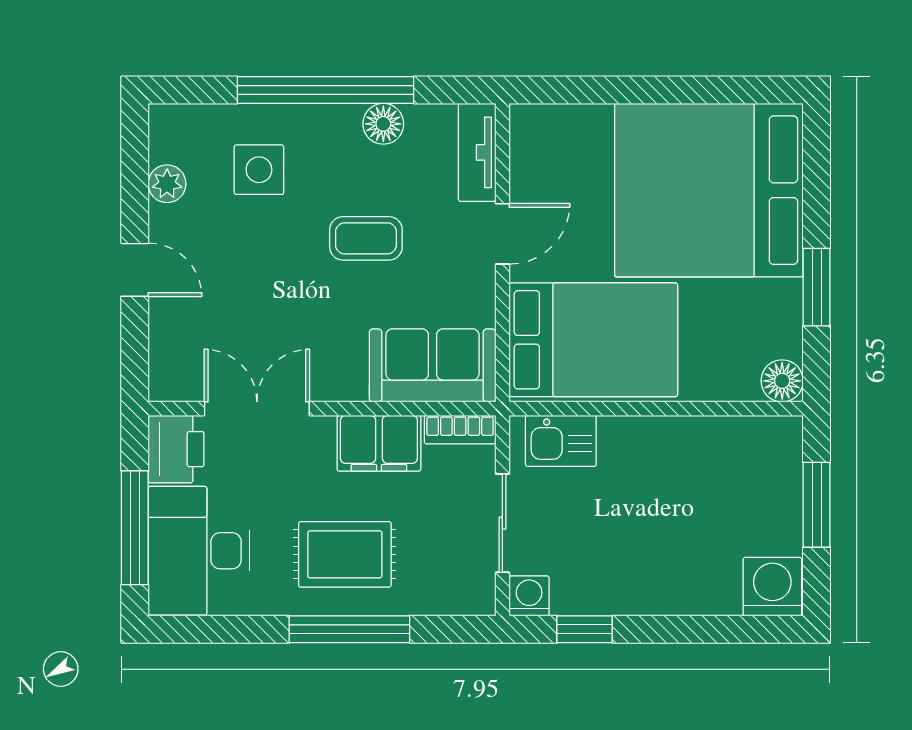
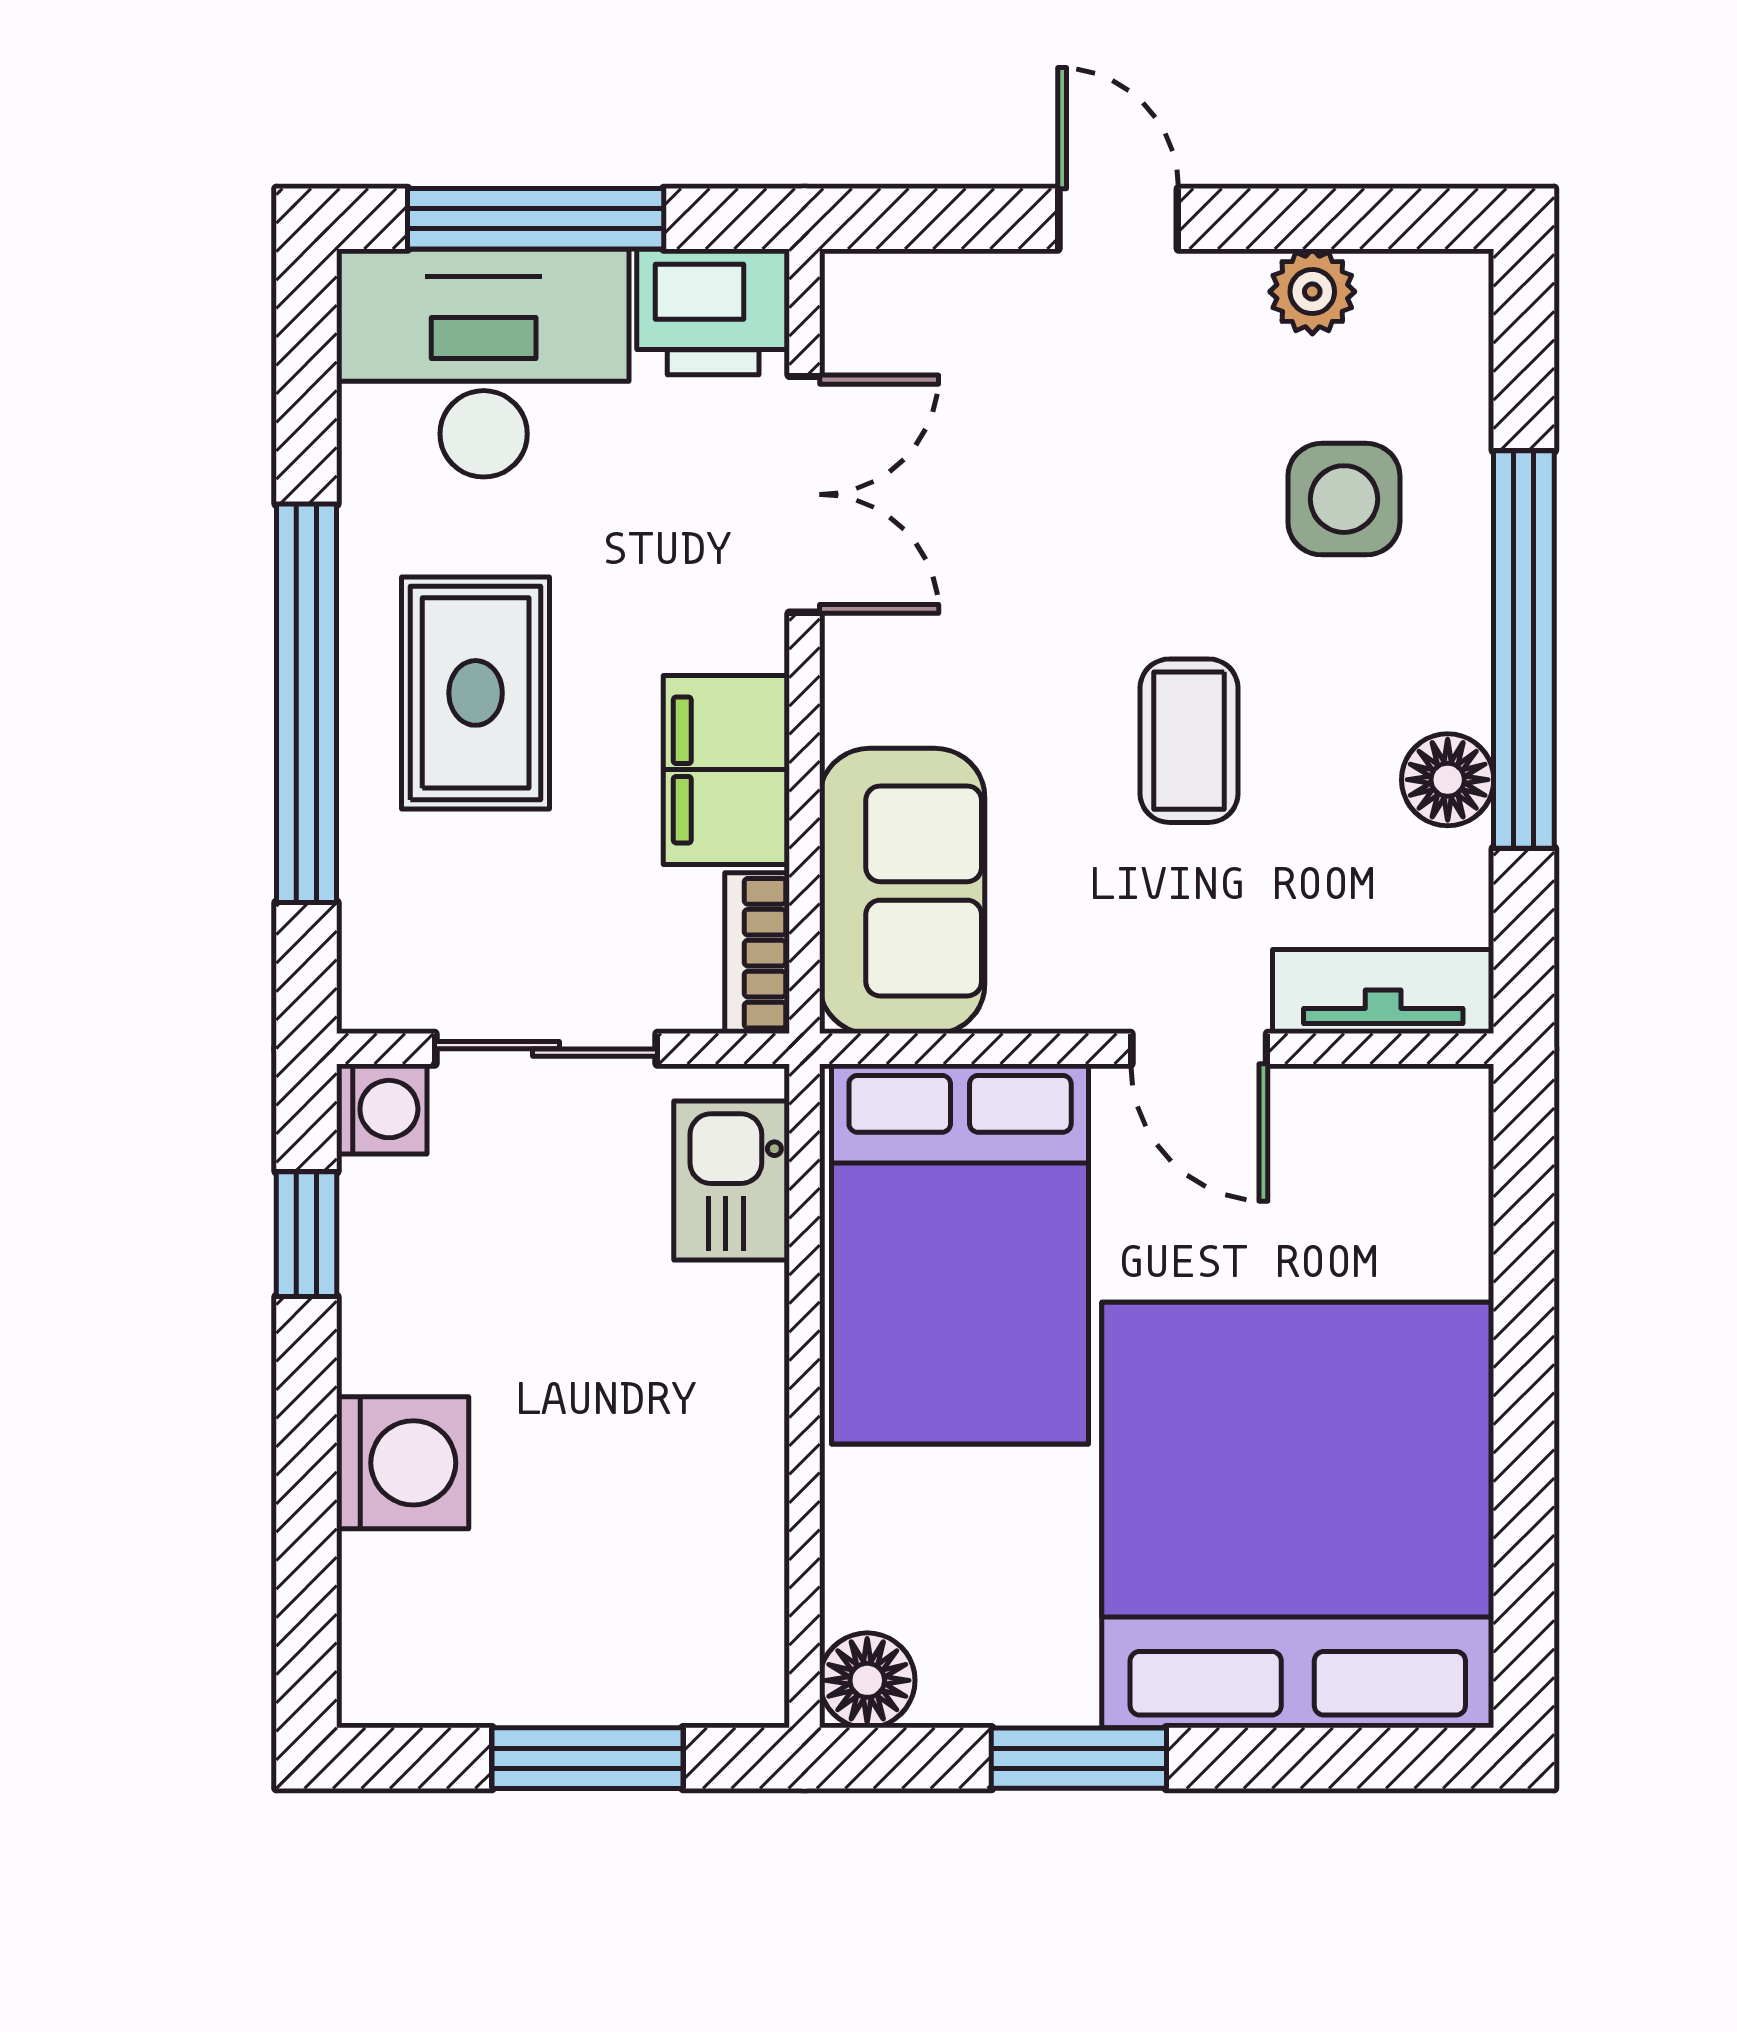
door: (135, 270) -> (1118, 219), swing flipped
washing machine: (772, 587) -> (403, 1463), moved
window: (349, 629) -> (306, 703), width x1.46

